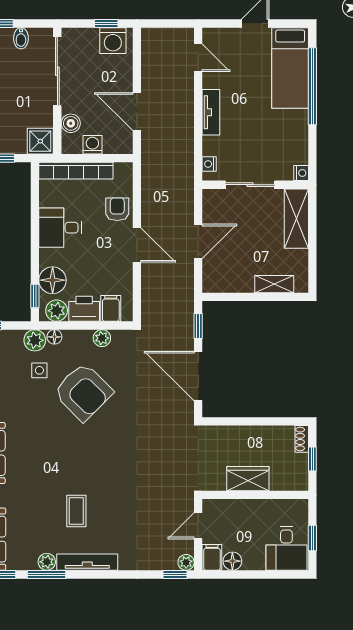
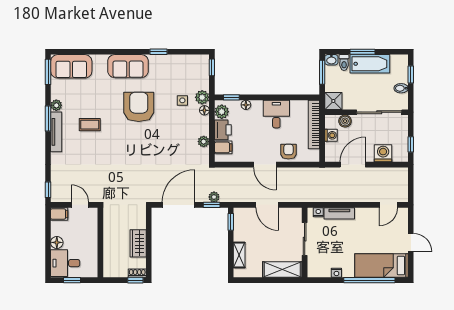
washing machine: (113, 41) -> (383, 153), moved, turned 90
tv unit: (211, 112) -> (339, 213), moved
nightstand: (301, 173) -> (336, 273), moved
armchair: (117, 209) -> (288, 152), turned -90
door: (137, 245) -> (265, 165), hinge flipped
floor lamp: (53, 280) -> (246, 105), width x0.53, depth x0.53
window: (224, 297) -> (231, 222), added
armchair: (83, 392) -> (139, 107), moved, turned 135
window: (312, 459) -> (135, 280), moved
wardrobe: (248, 479) -> (138, 243), moved, turned 180
floor lamp: (232, 561) -> (57, 242), moved
plant: (186, 562) -> (214, 197), moved
window: (47, 574) -> (48, 118), moved

